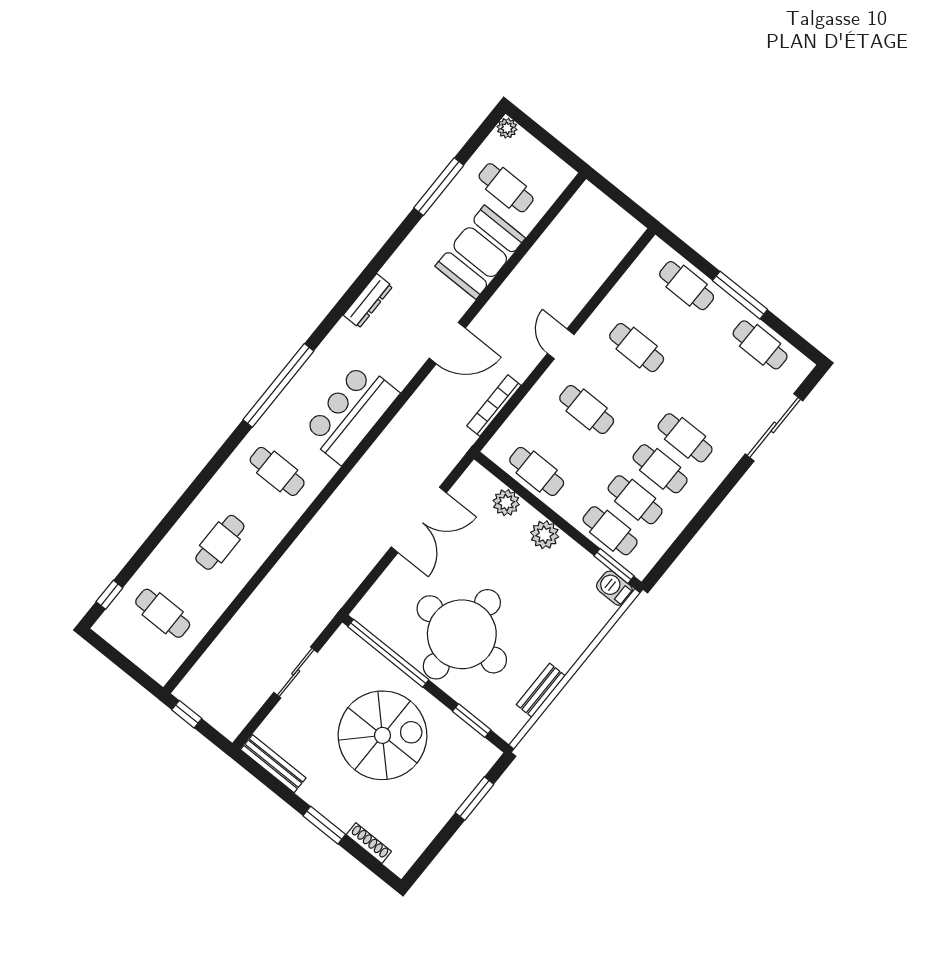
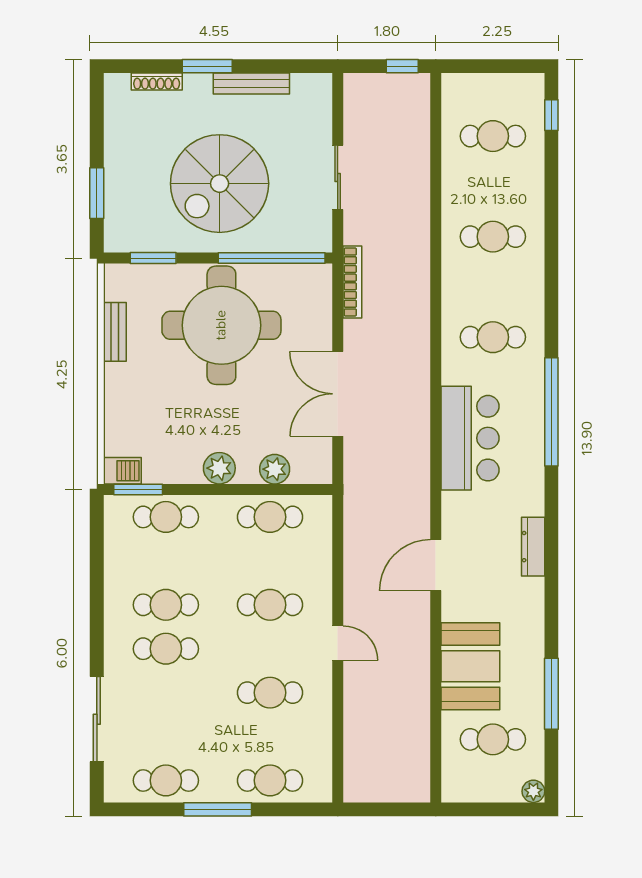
bookcase: (494, 406) -> (352, 282), moved
cafe table: (635, 500) -> (166, 561), removed
cafe table: (220, 542) -> (493, 237), turned 90
bench: (273, 764) -> (251, 84), moved

